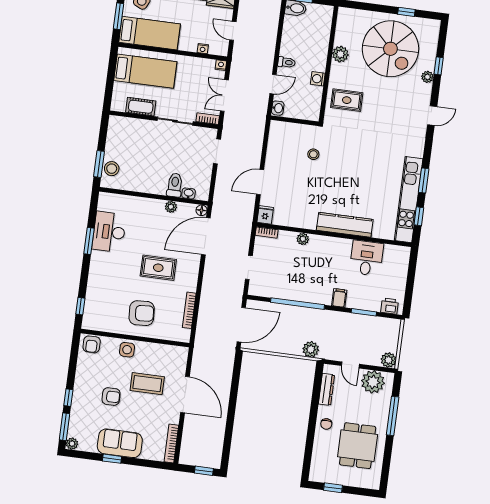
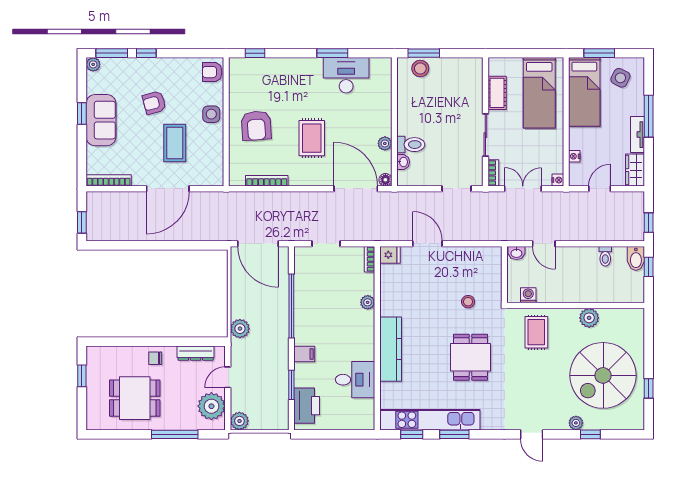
toilet: (287, 62) -> (605, 256), moved
washing machine: (318, 79) -> (528, 295), moved
dining table: (360, 158) -> (470, 357), added
printer: (390, 306) -> (307, 406), width x1.87, depth x1.48
armchair: (111, 397) -> (154, 103), turned 75

